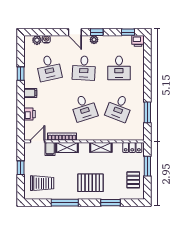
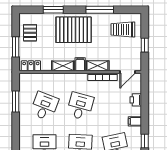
desk: (84, 108) -> (80, 106), turned 33
filing cabinet: (50, 149) -> (80, 64), moved
pallet: (90, 183) -> (74, 30), width x1.37, depth x1.41

